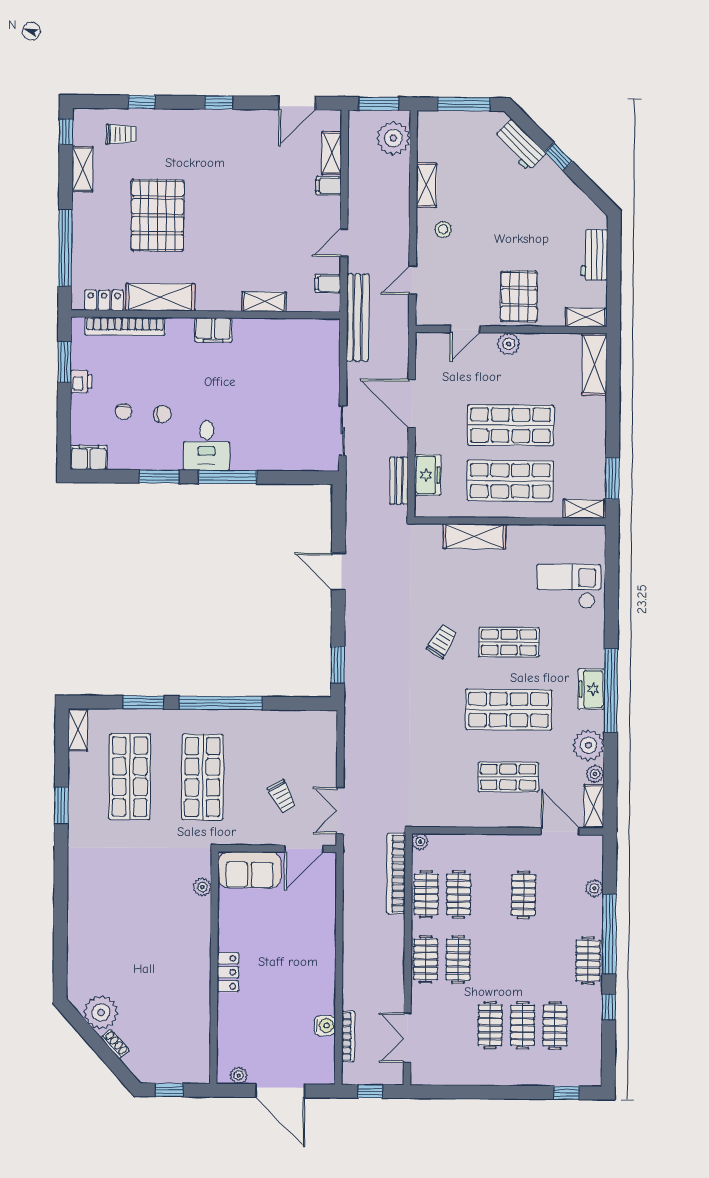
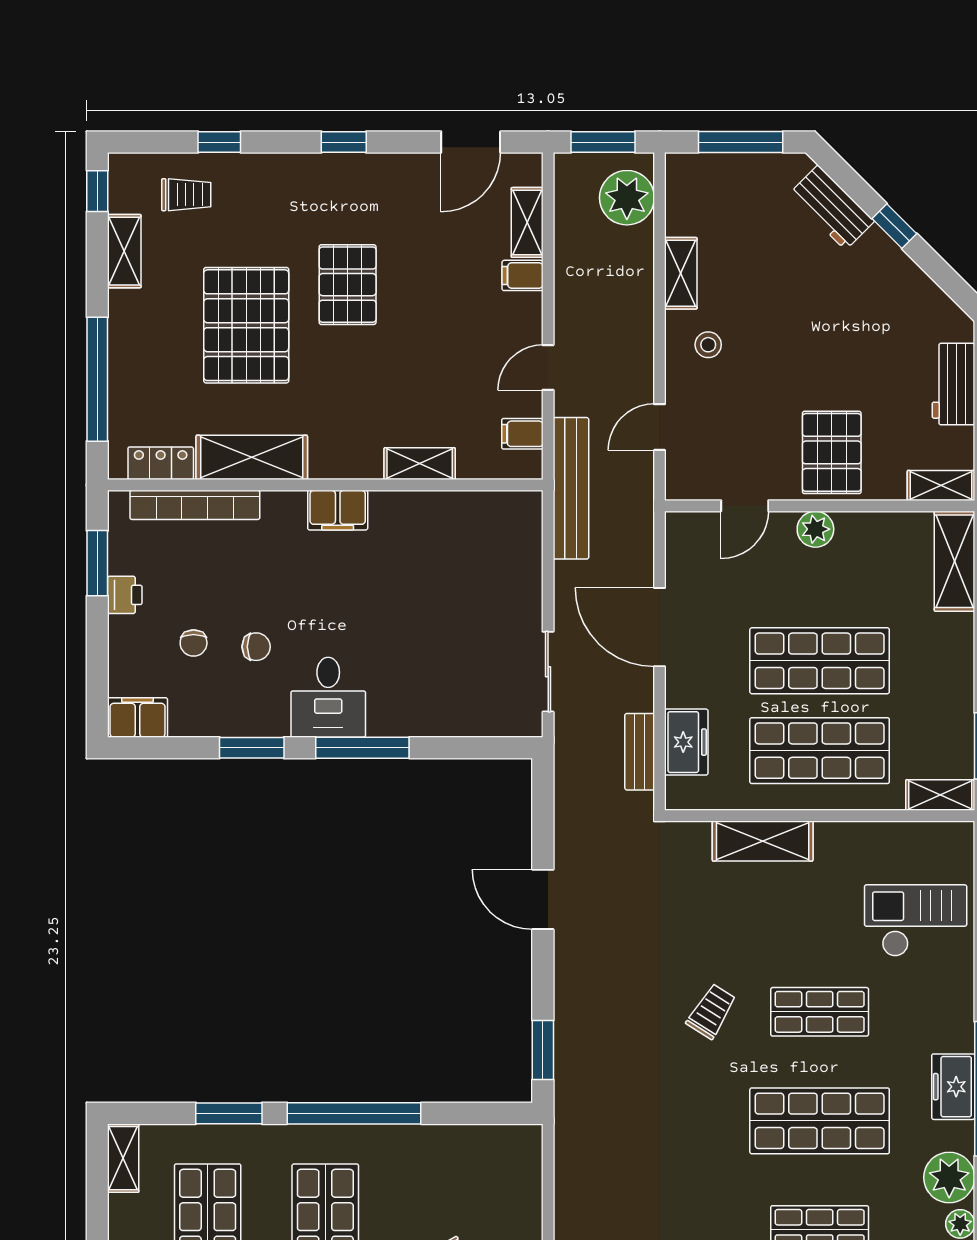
pallet: (220, 191) -> (348, 285), added

